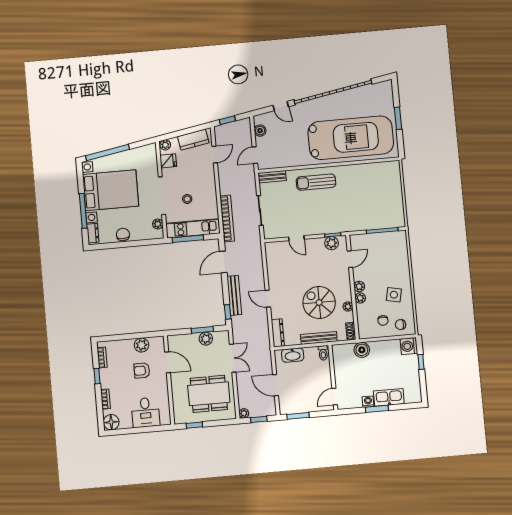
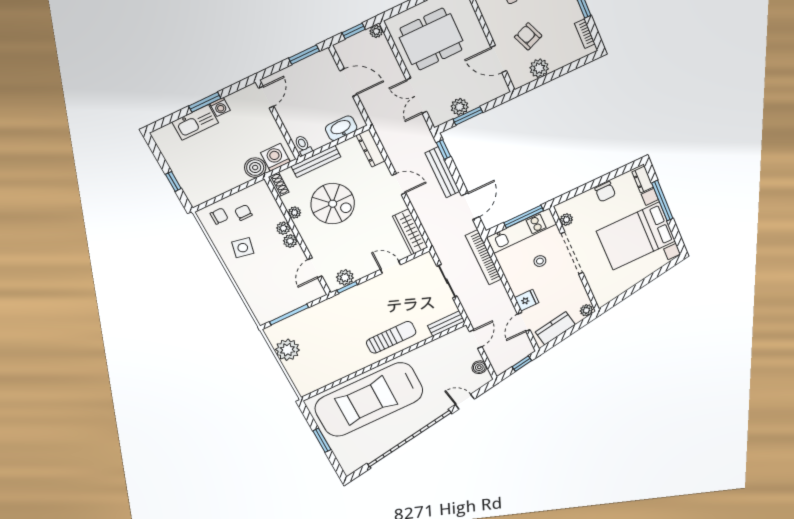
window: (107, 152) -> (653, 276), removed
fridge: (168, 161) -> (527, 300), moved, turned 180
plant: (394, 203) -> (287, 350), added
wardrobe: (273, 259) -> (410, 232), added
washing machine: (409, 346) -> (275, 157), moved, turned -90
armchair: (142, 371) -> (528, 36), turned -112

